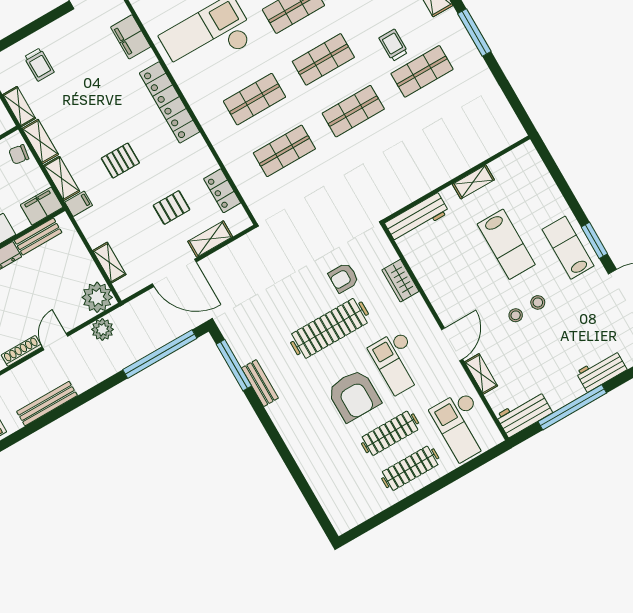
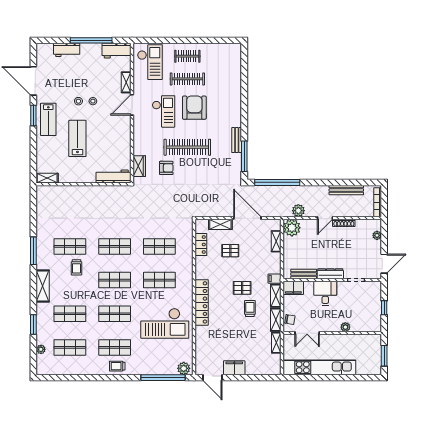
filing cabinet: (131, 37) -> (234, 368), moved, turned -90
trolley: (39, 65) -> (250, 309), moved
shelving: (473, 182) -> (47, 178), moved
wardrobe: (400, 281) -> (139, 166), moved
clothes rail: (410, 468) -> (187, 56), width x0.73

